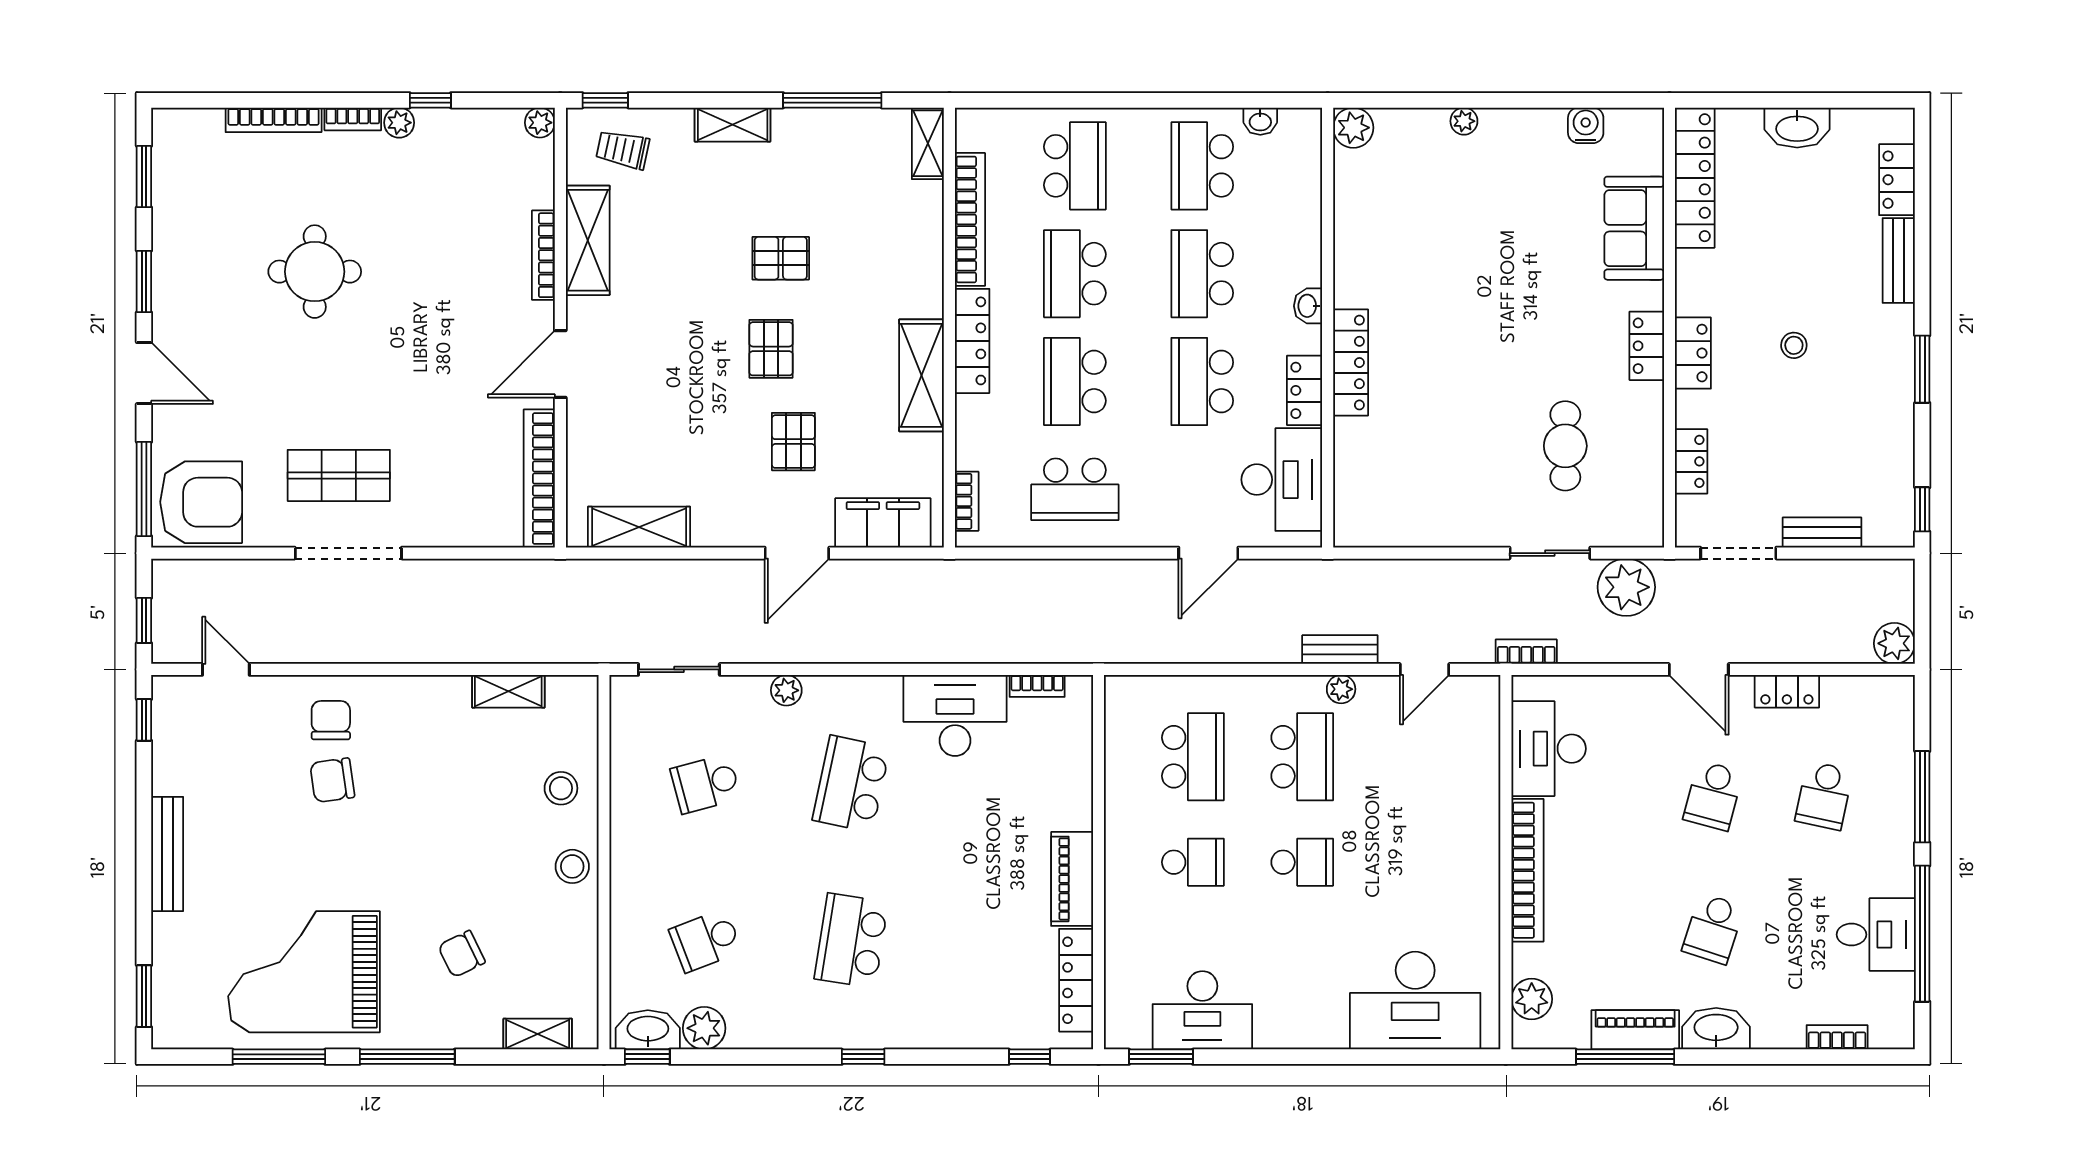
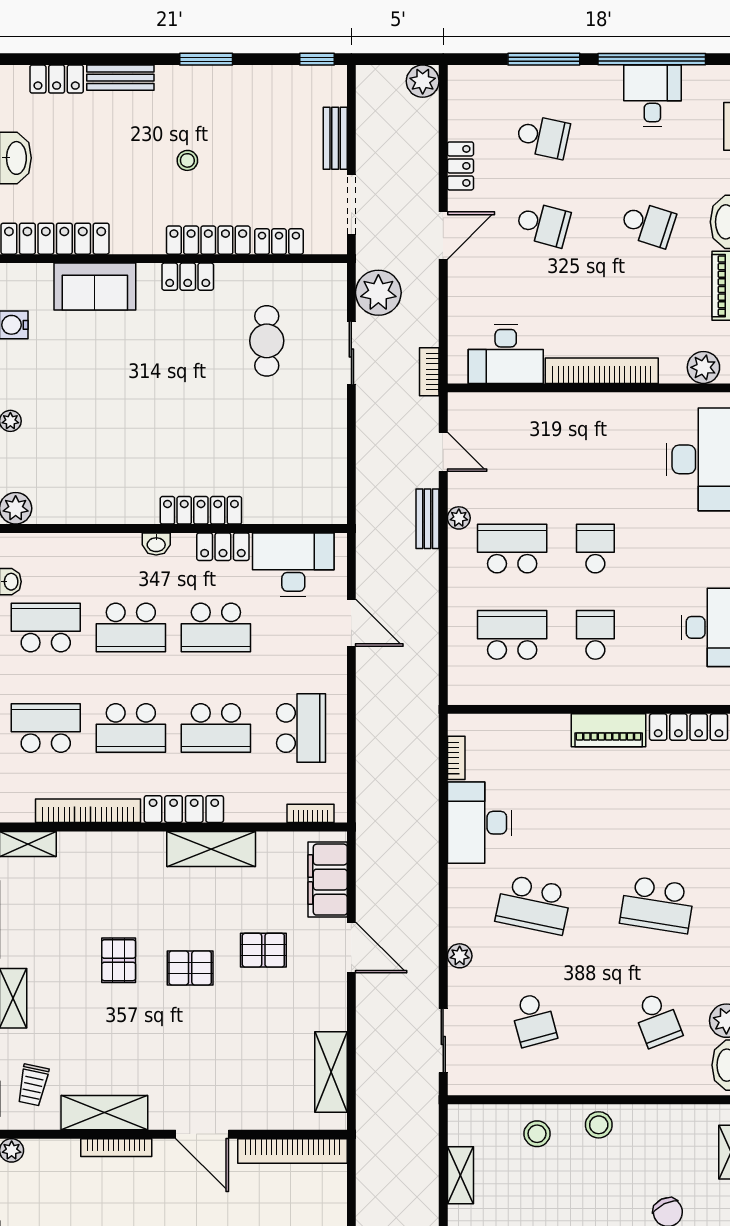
school desk: (1202, 166) -> (46, 628), turned 180
locker: (1693, 353) -> (208, 240), width x1.53
cafe table: (1565, 446) -> (267, 341), turned 90

